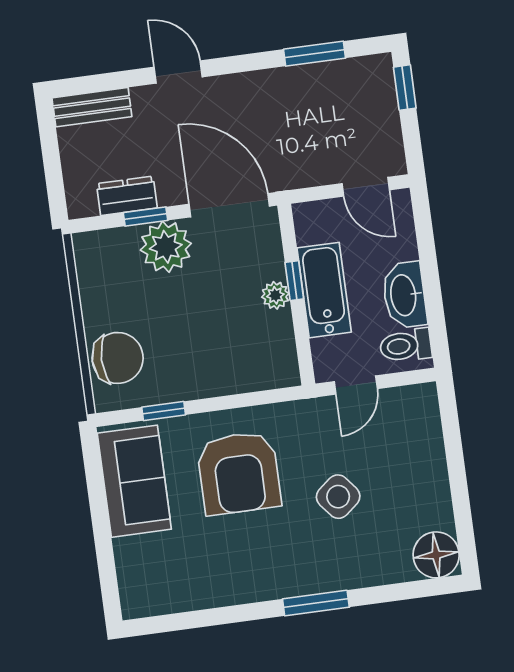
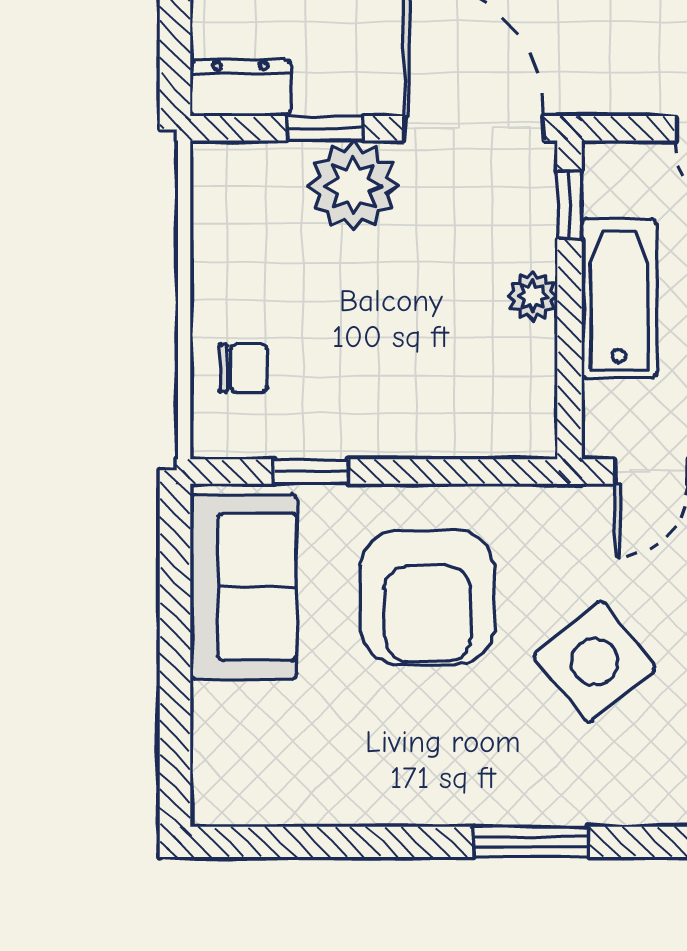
dresser: (127, 196) -> (240, 88), moved
window: (294, 281) -> (569, 205), moved
chair: (118, 358) -> (243, 368), width x0.54, depth x0.54
side table: (338, 497) -> (595, 662), width x1.37, depth x1.37

